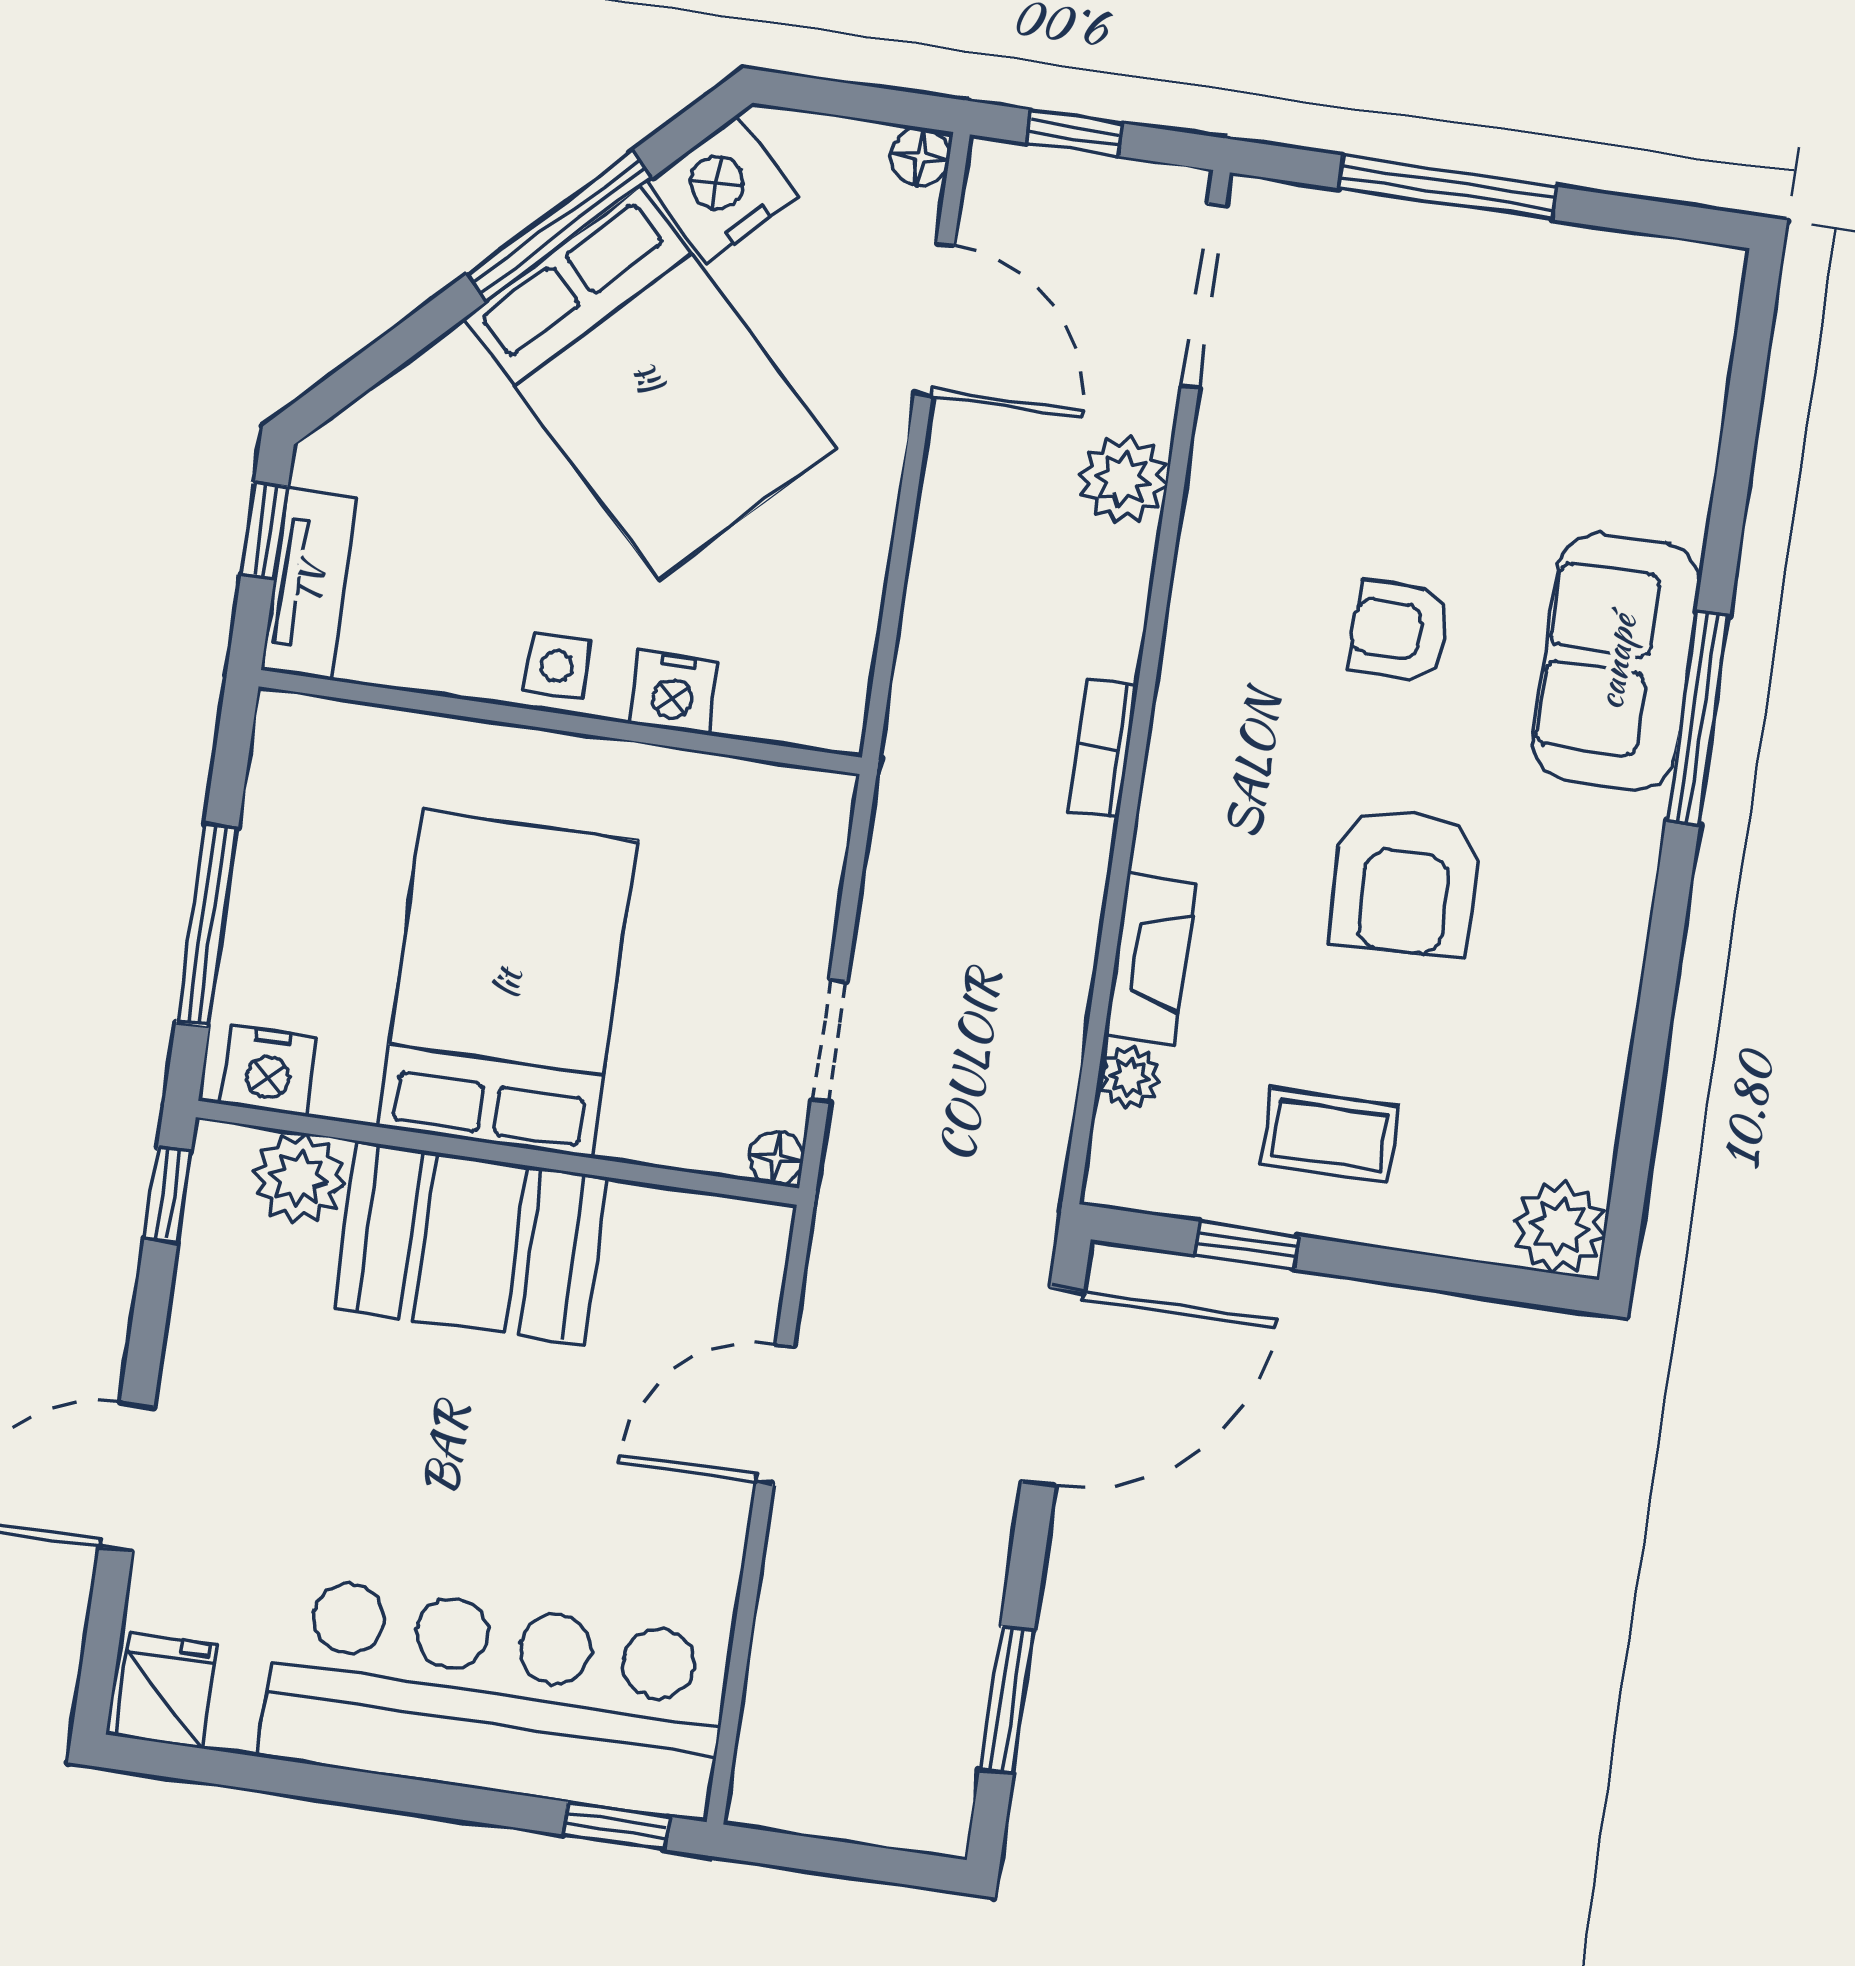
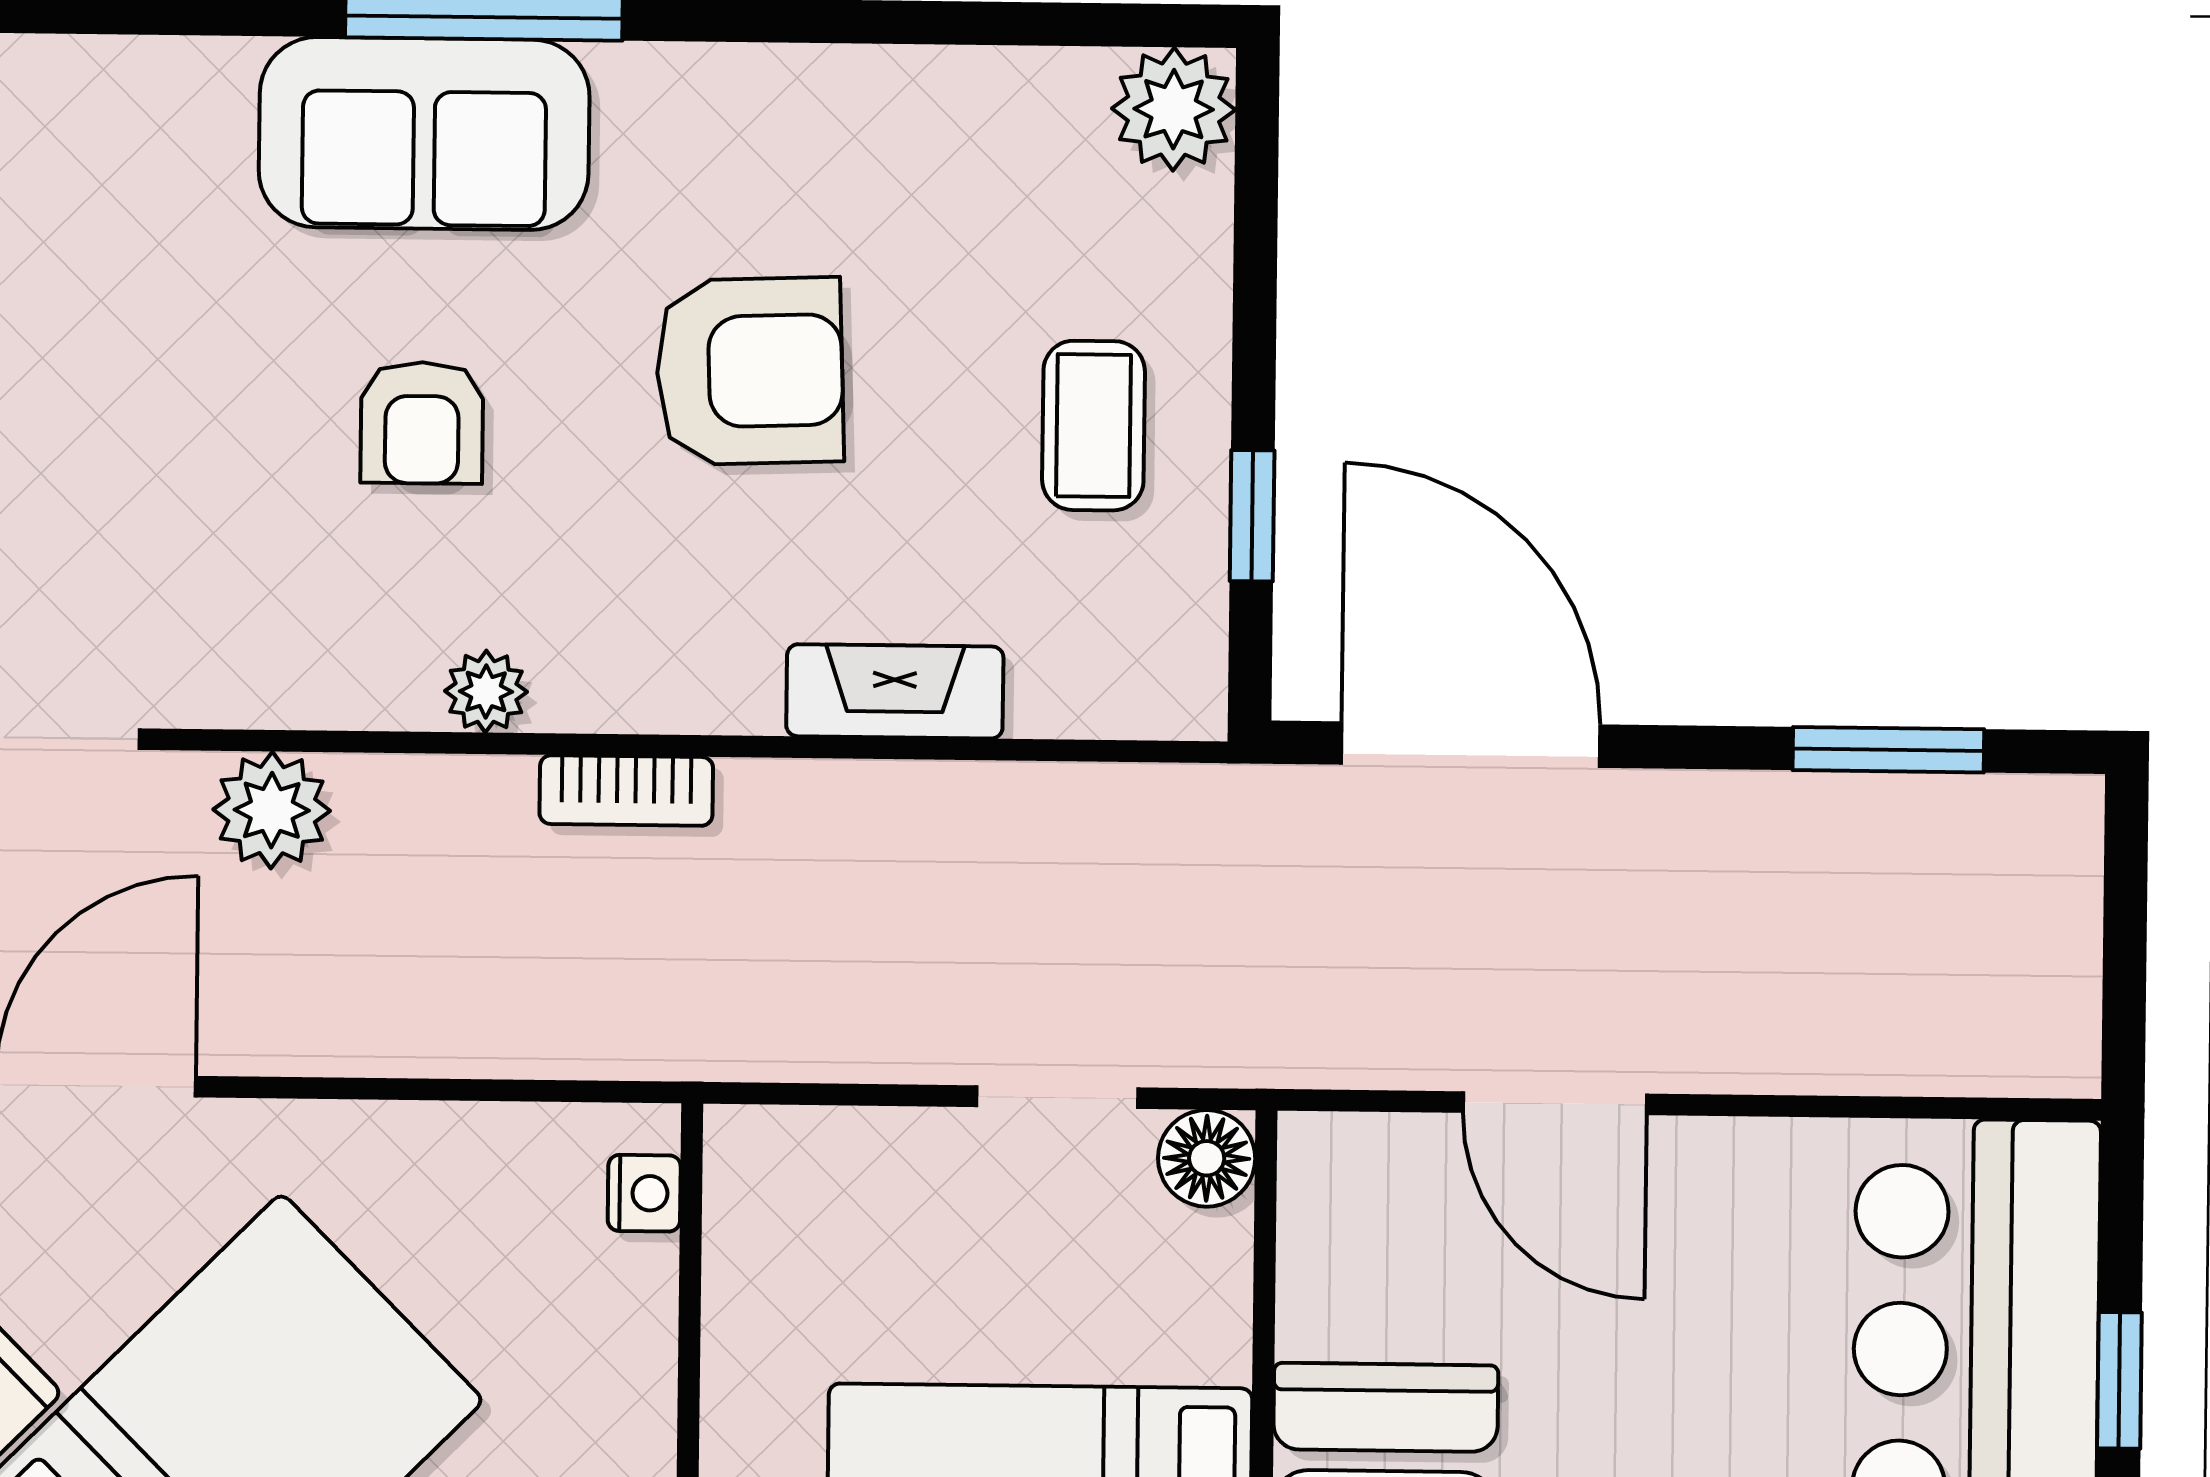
nightstand: (673, 693) -> (644, 1193), moved, width x0.72, depth x0.74
plant: (1129, 1077) -> (486, 691), moved
floor lamp: (777, 1158) -> (1207, 1158), width x1.37, depth x1.37
window: (616, 1826) -> (2119, 1380), moved

